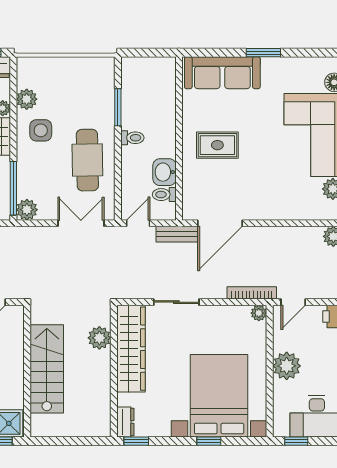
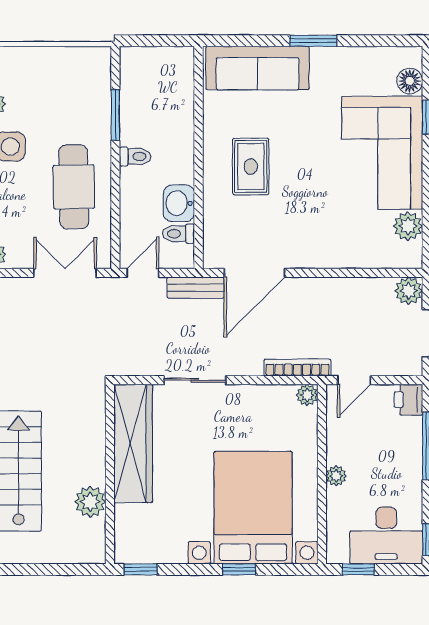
rug: (217, 145) -> (251, 167), turned 90
plant: (99, 338) -> (90, 502), moved
plant: (287, 366) -> (336, 476), width x0.53, depth x0.53
dresser: (125, 422) -> (126, 543), removed

